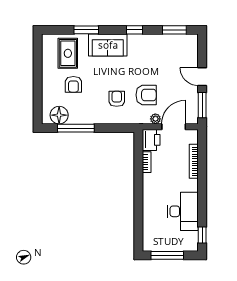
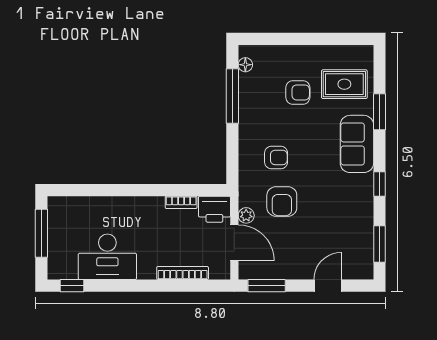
door: (202, 77) -> (328, 286), moved
armchair: (73, 84) -> (298, 92), turned 180
floor lamp: (59, 115) -> (245, 65), width x0.53, depth x0.53

